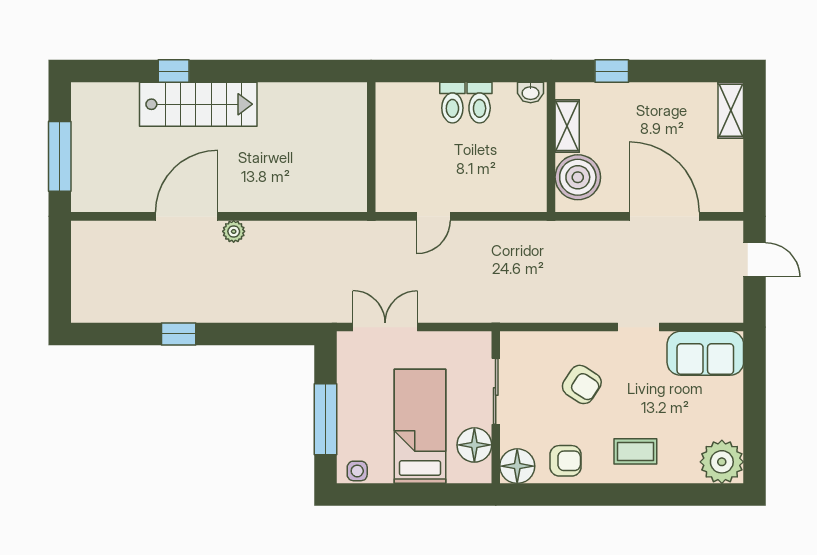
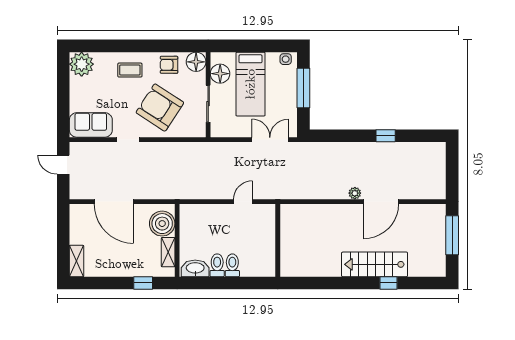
washbasin: (531, 92) -> (195, 268), width x1.91, depth x1.45
door: (755, 260) -> (63, 165), moved
double door: (385, 327) -> (270, 140), swing flipped
armchair: (582, 384) -> (160, 108), width x1.88, depth x1.88

